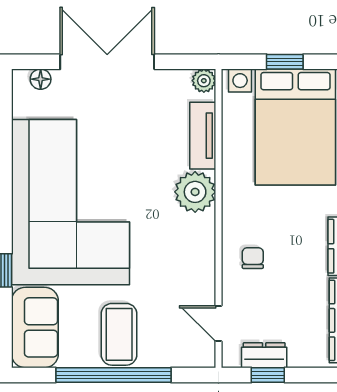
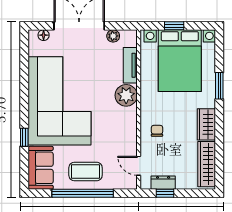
plant: (204, 81) -> (113, 36), moved
coffee table: (119, 334) -> (86, 171), turned 90

